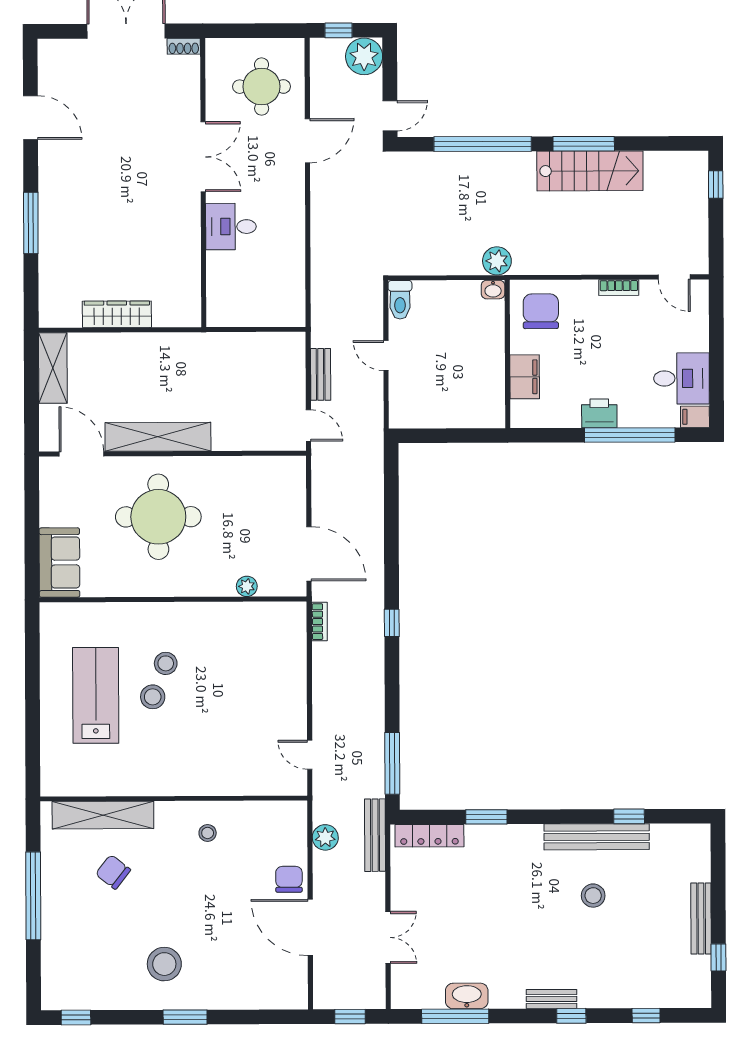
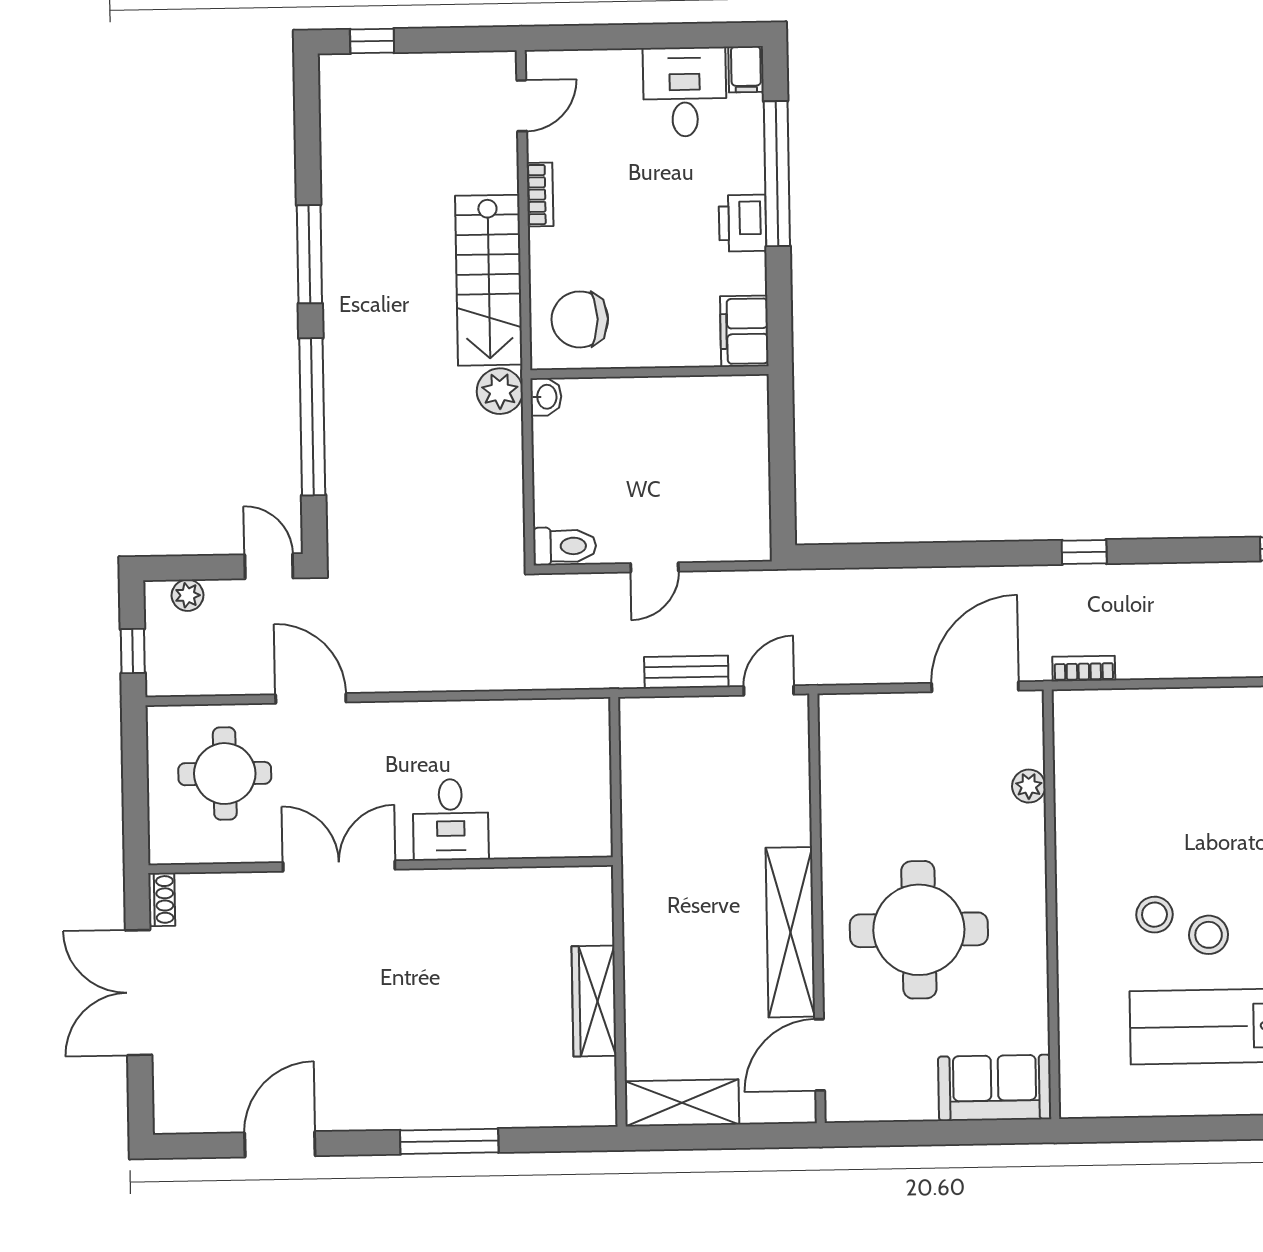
plant: (364, 56) -> (188, 595), width x0.53, depth x0.53
stairs: (590, 171) -> (489, 280), moved, turned 180
filing cabinet: (525, 377) -> (744, 331), moved, turned -90

